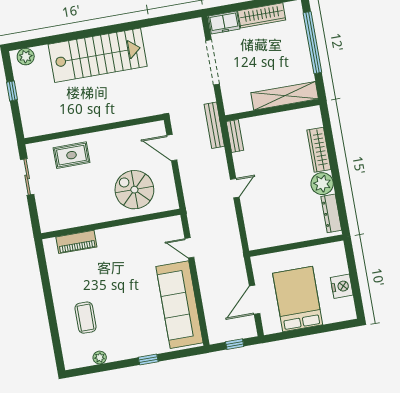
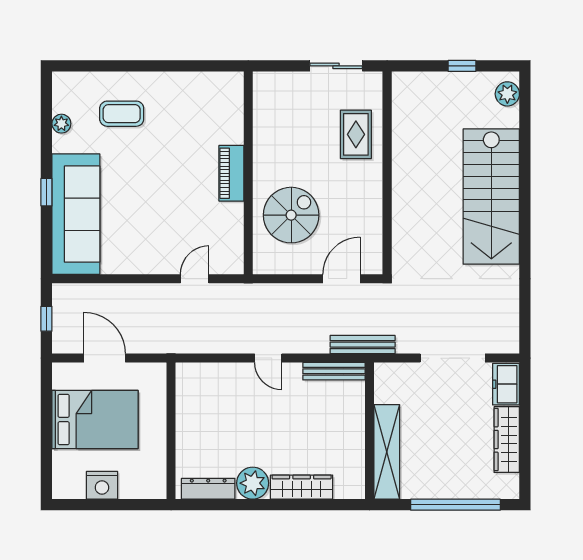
bench: (235, 136) -> (334, 371), width x1.36
piano: (76, 242) -> (231, 173), moved
sofa: (180, 305) -> (76, 214), moved, turned 90

